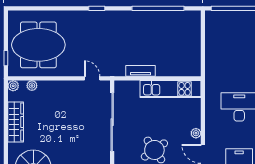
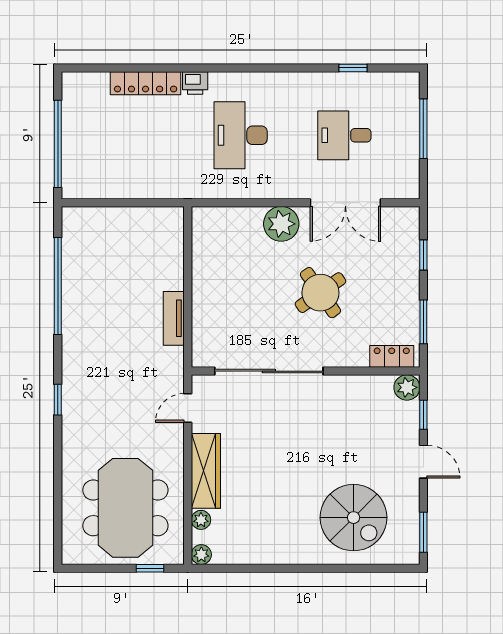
kitchen unit: (171, 89) -> (207, 263), removed
wardrobe: (16, 122) -> (206, 471), moved, turned 90
plant: (196, 133) -> (281, 224), width x1.88, depth x1.88

